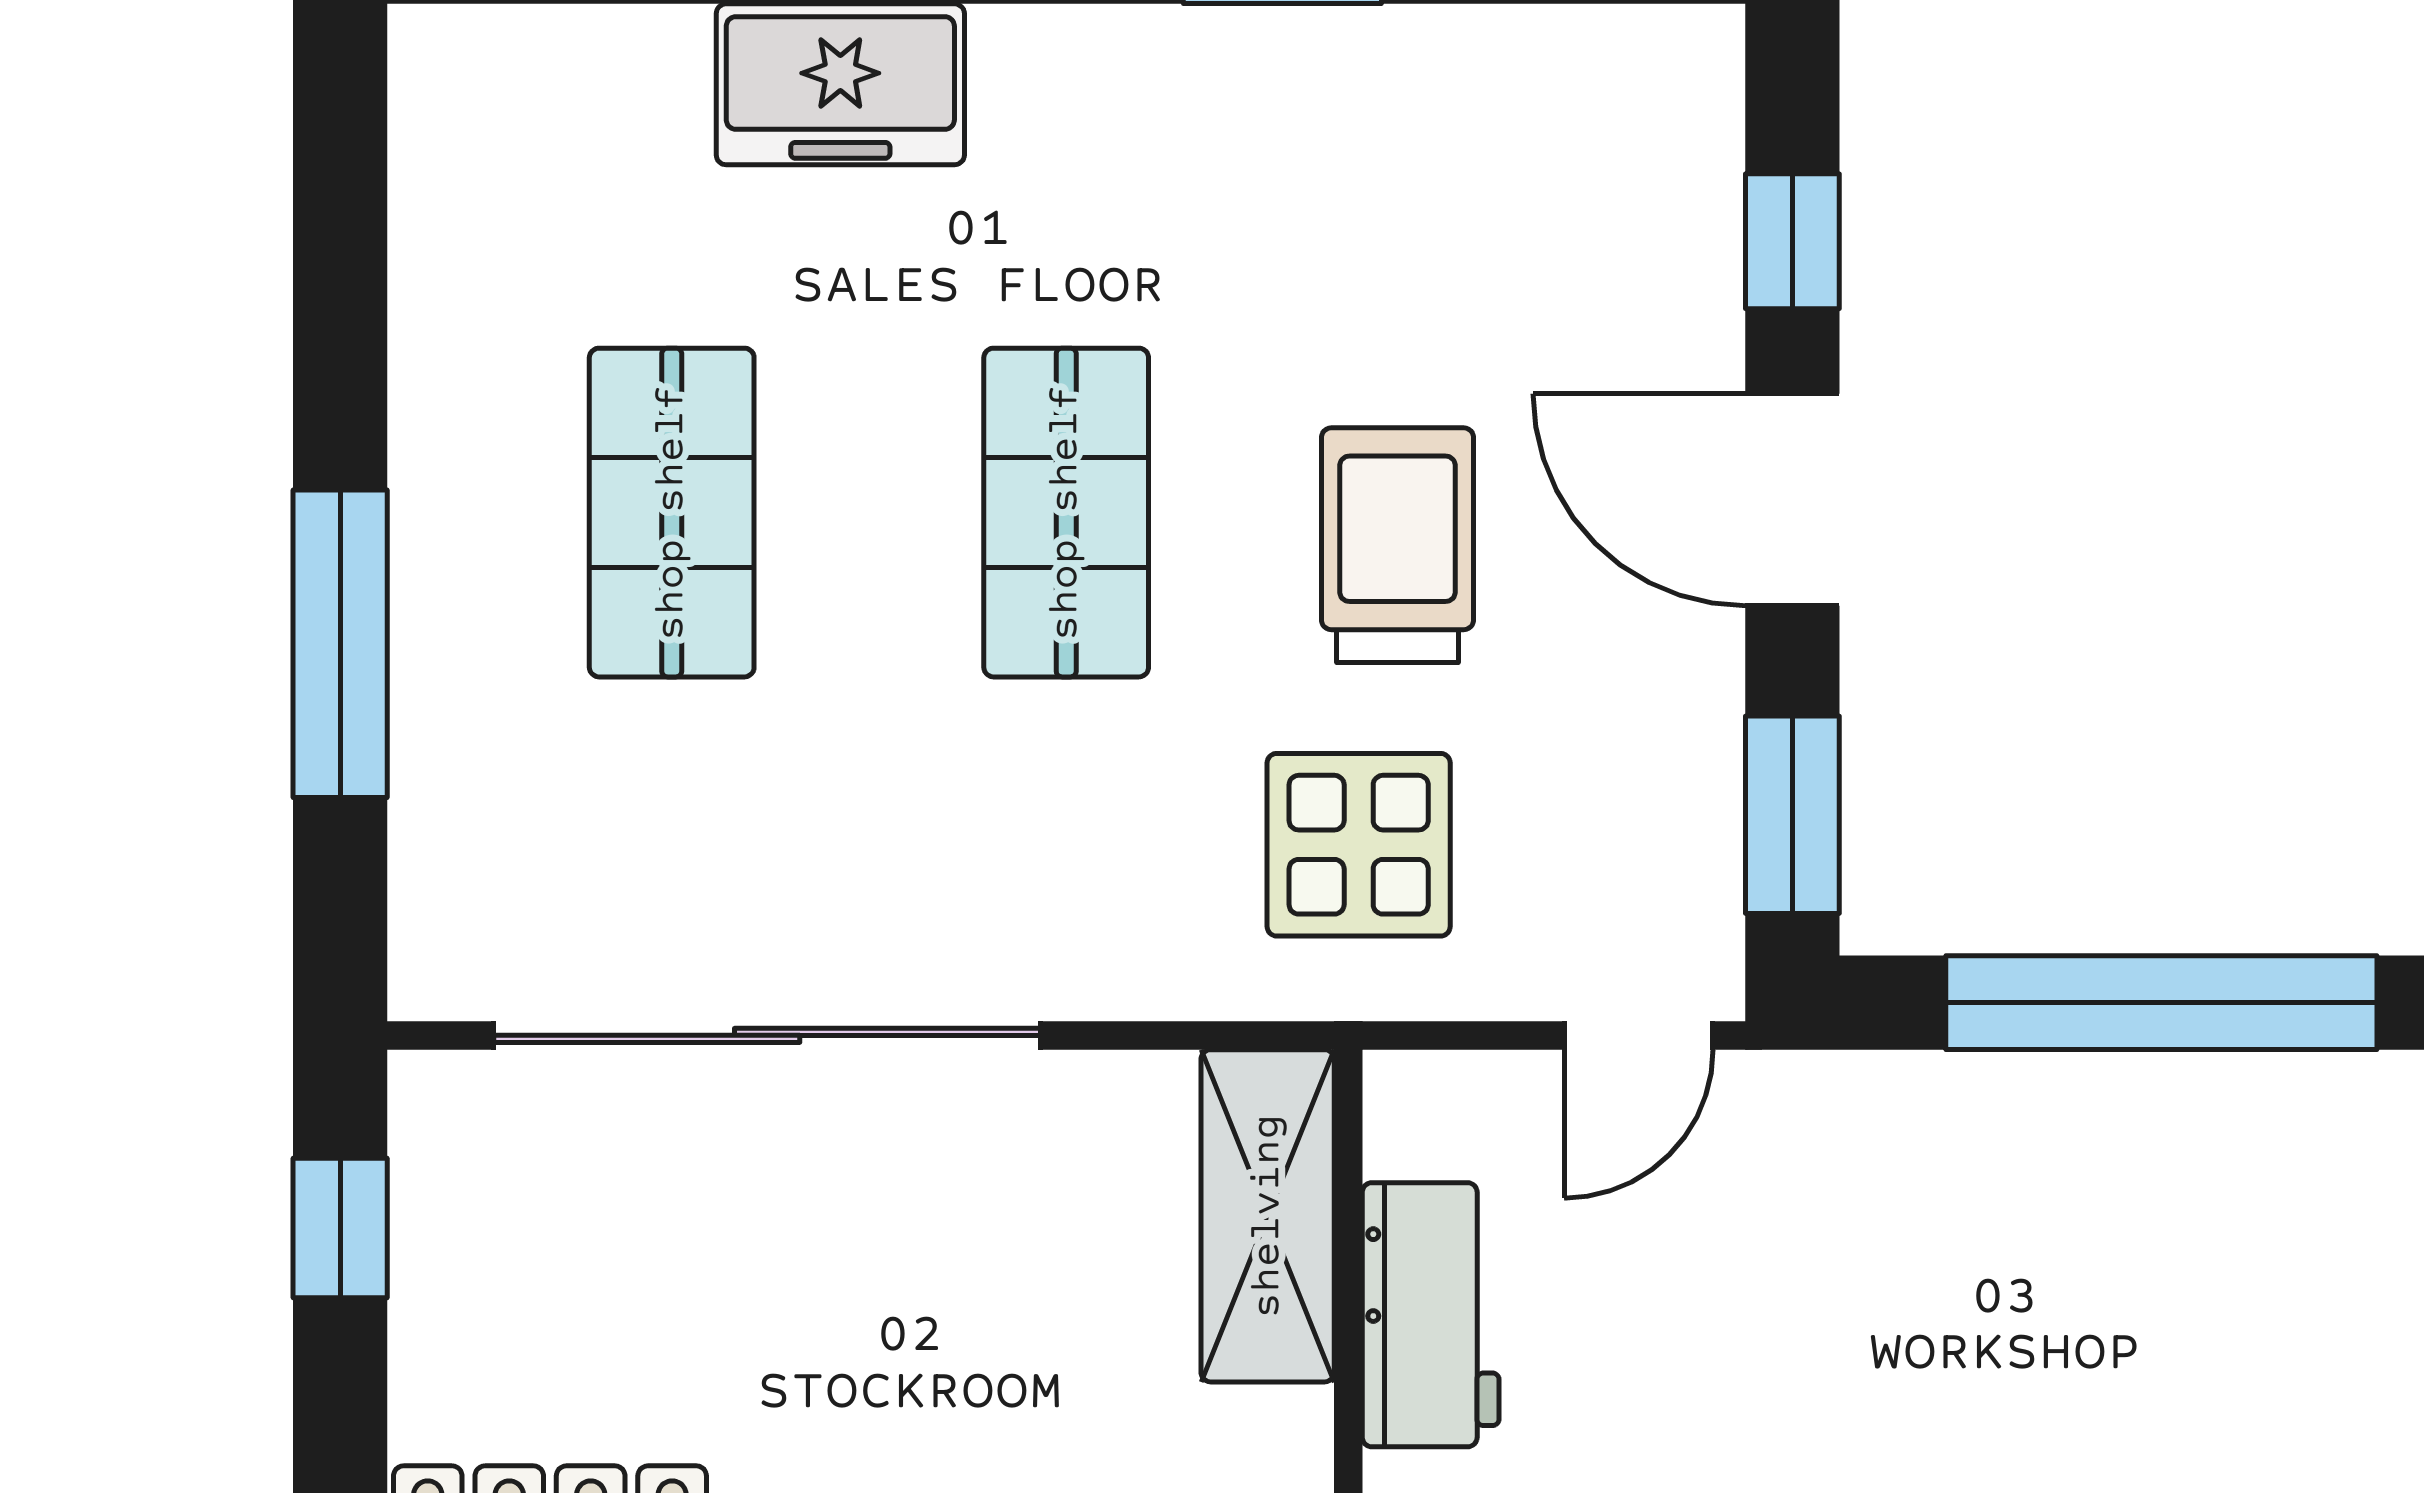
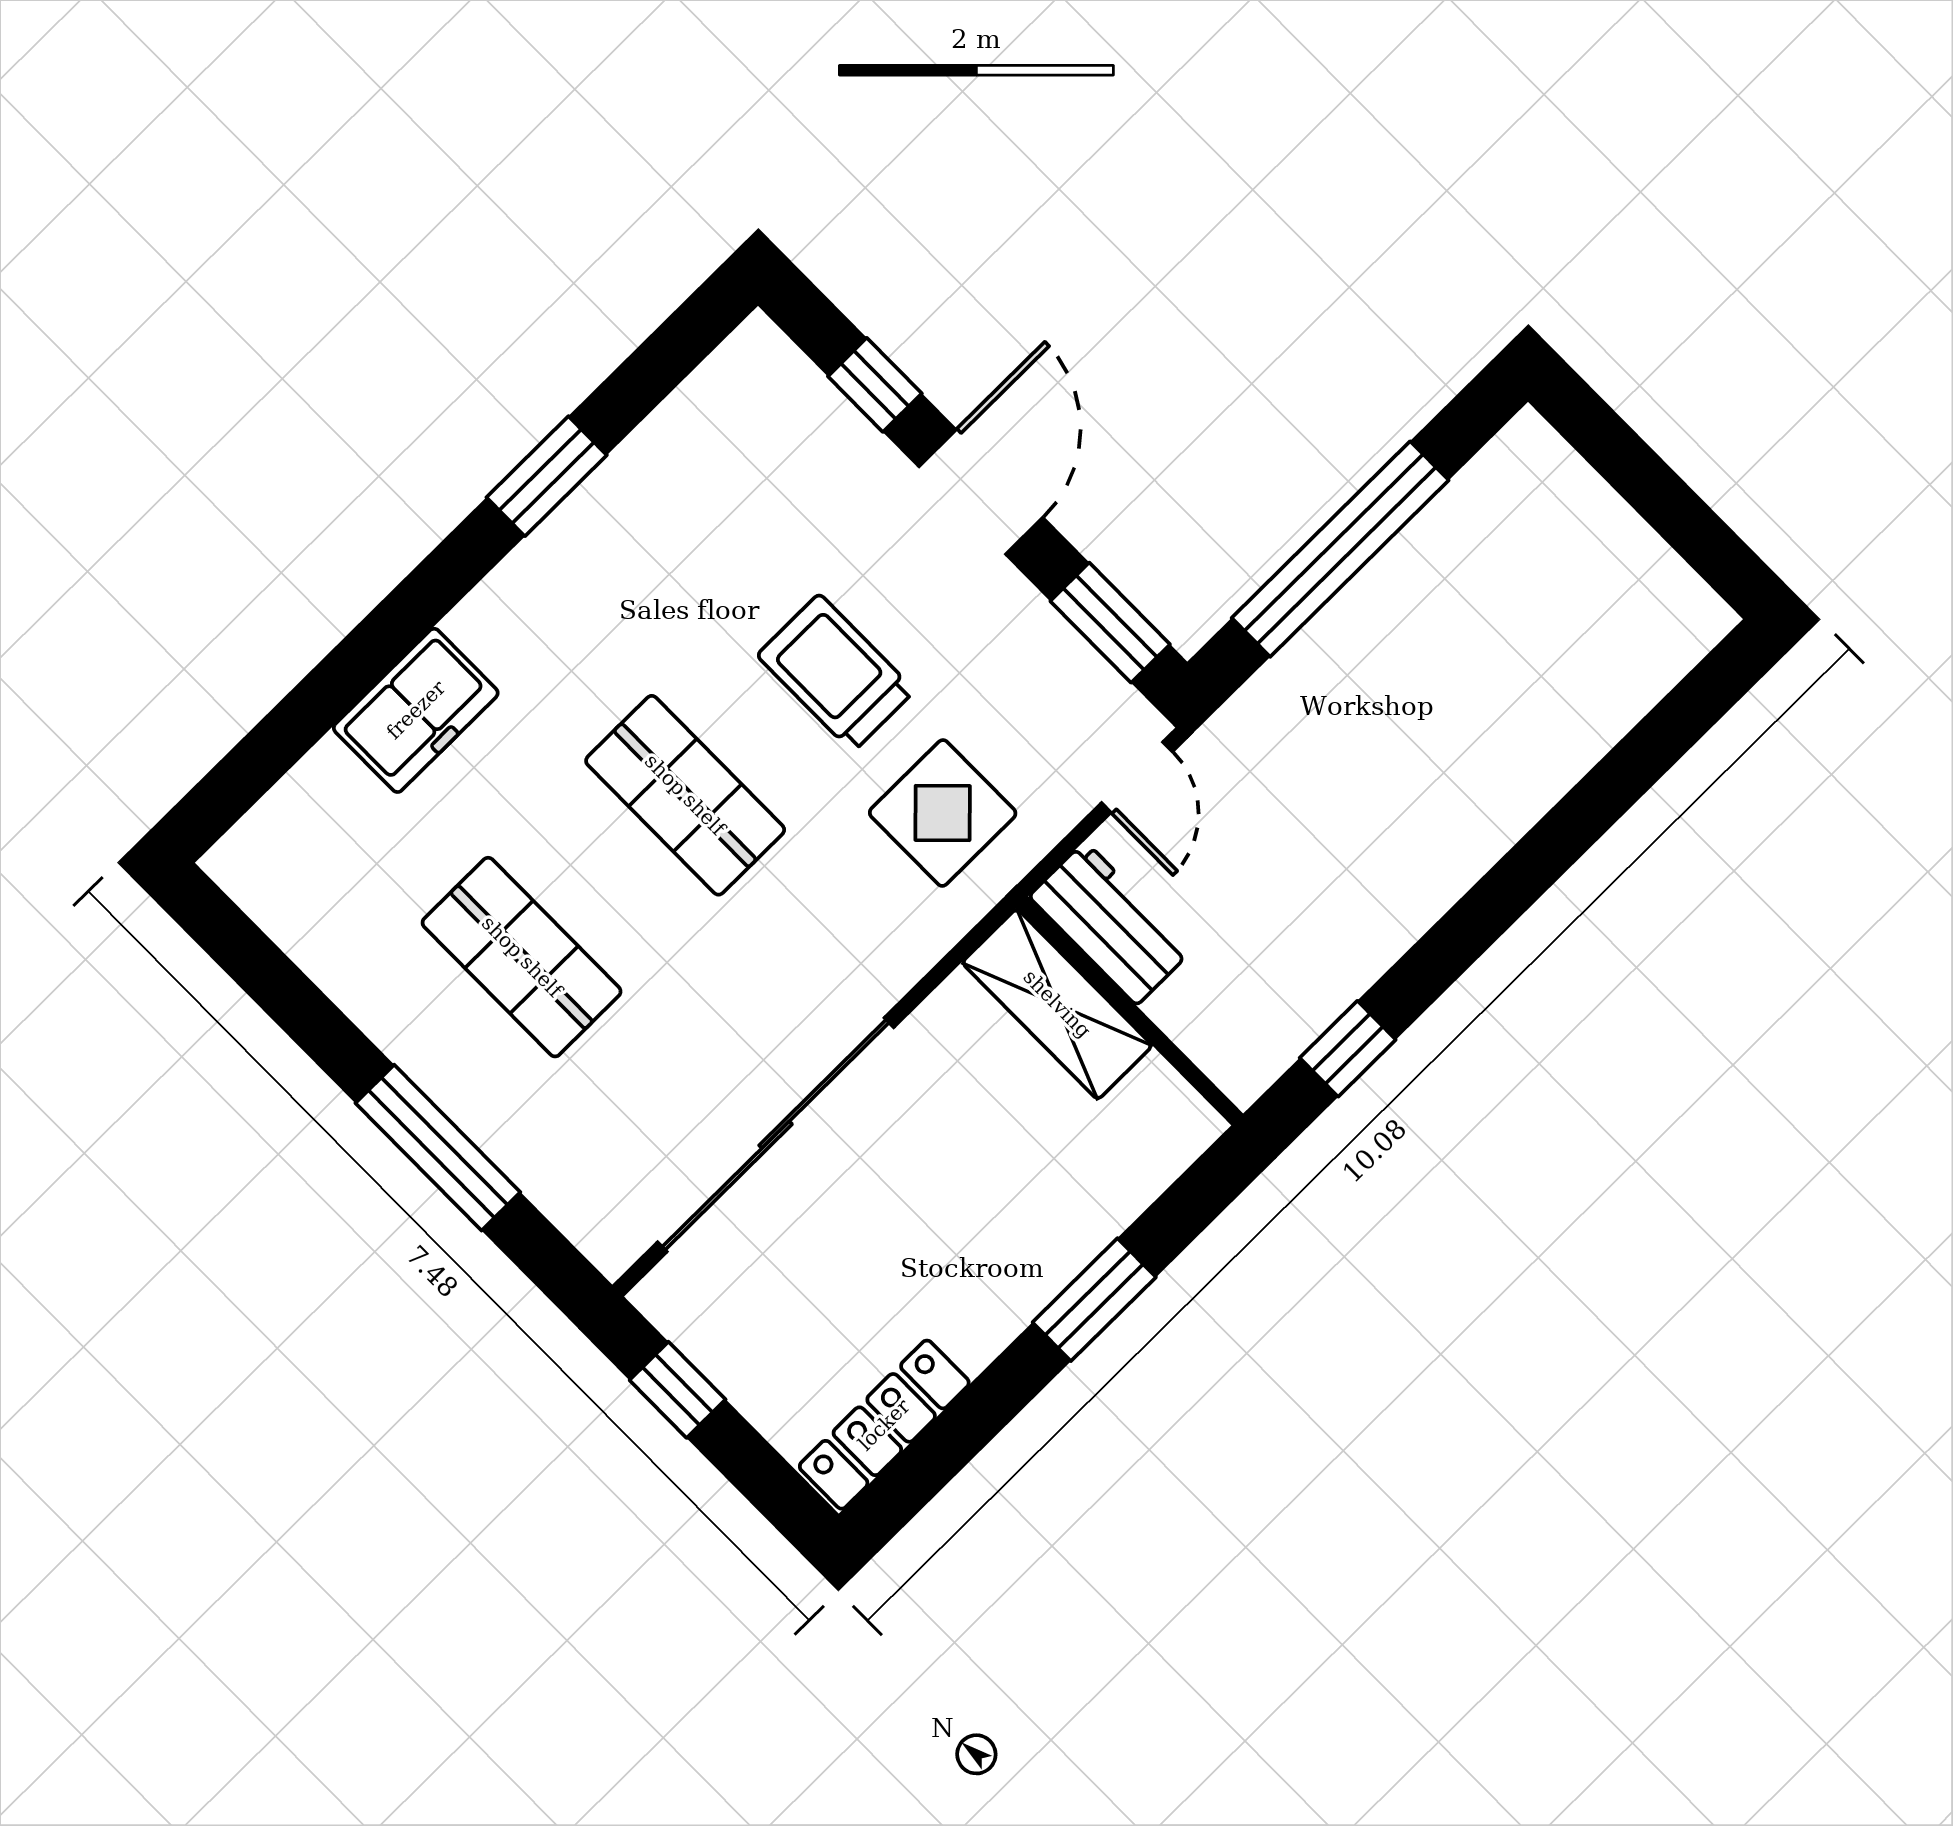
door: (1792, 500) -> (981, 492), swing flipped
workbench: (1431, 1315) -> (1111, 923), moved

